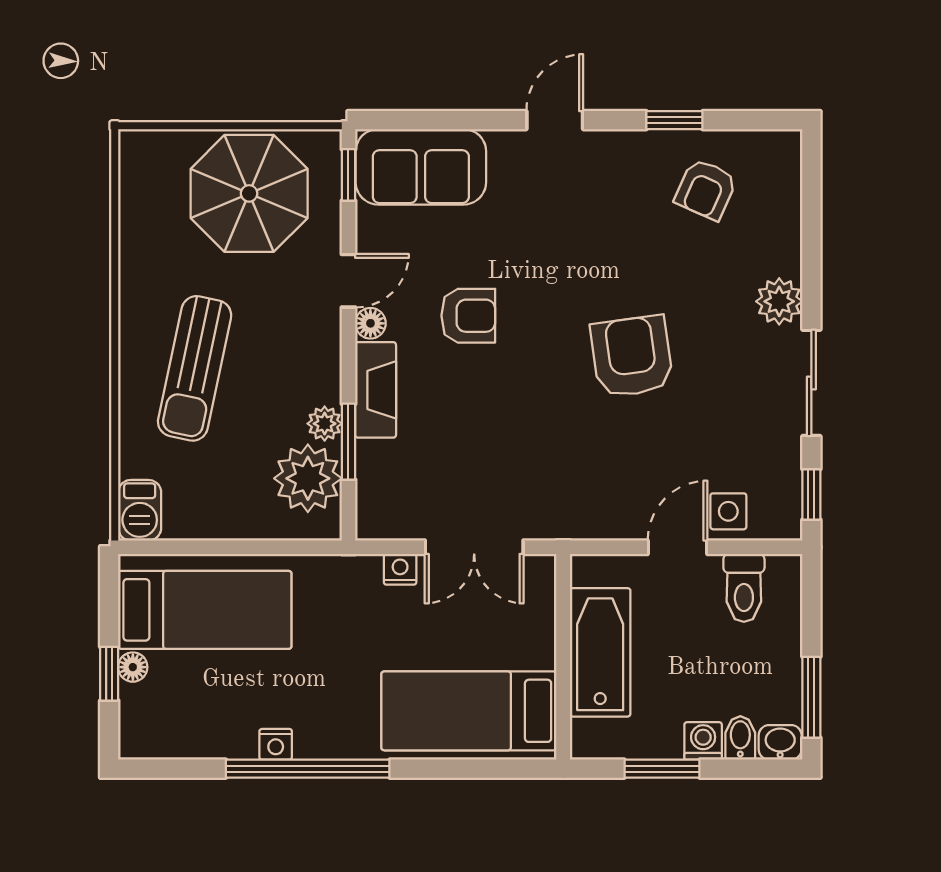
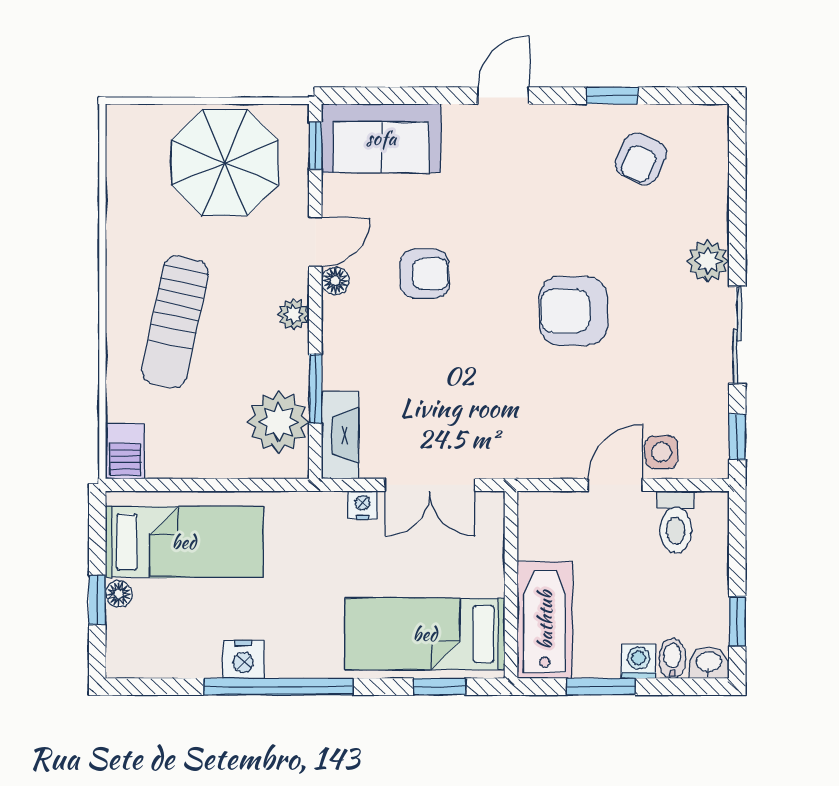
armchair: (632, 356) -> (573, 311), turned -82
fireplace: (376, 390) -> (340, 435), moved
plant: (325, 424) -> (294, 314), moved
bathtub: (600, 652) -> (545, 620), moved
window: (811, 697) -> (737, 621), width x0.67
nightstand: (276, 744) -> (243, 659), width x1.39, depth x1.35
window: (485, 769) -> (440, 687), added

